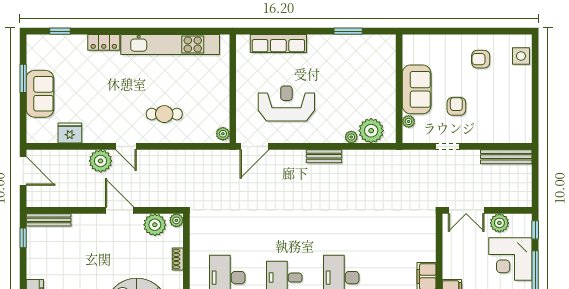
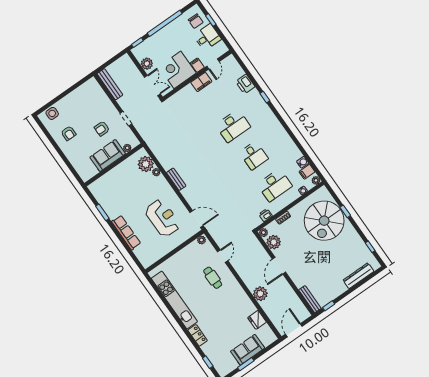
row of seats: (278, 43) -> (126, 233), moved
reception desk: (286, 103) -> (163, 218), turned 180
door: (126, 146) -> (223, 256), moved
printer: (197, 239) -> (265, 215), added
corner desk: (510, 259) -> (177, 70), moved, turned 180

